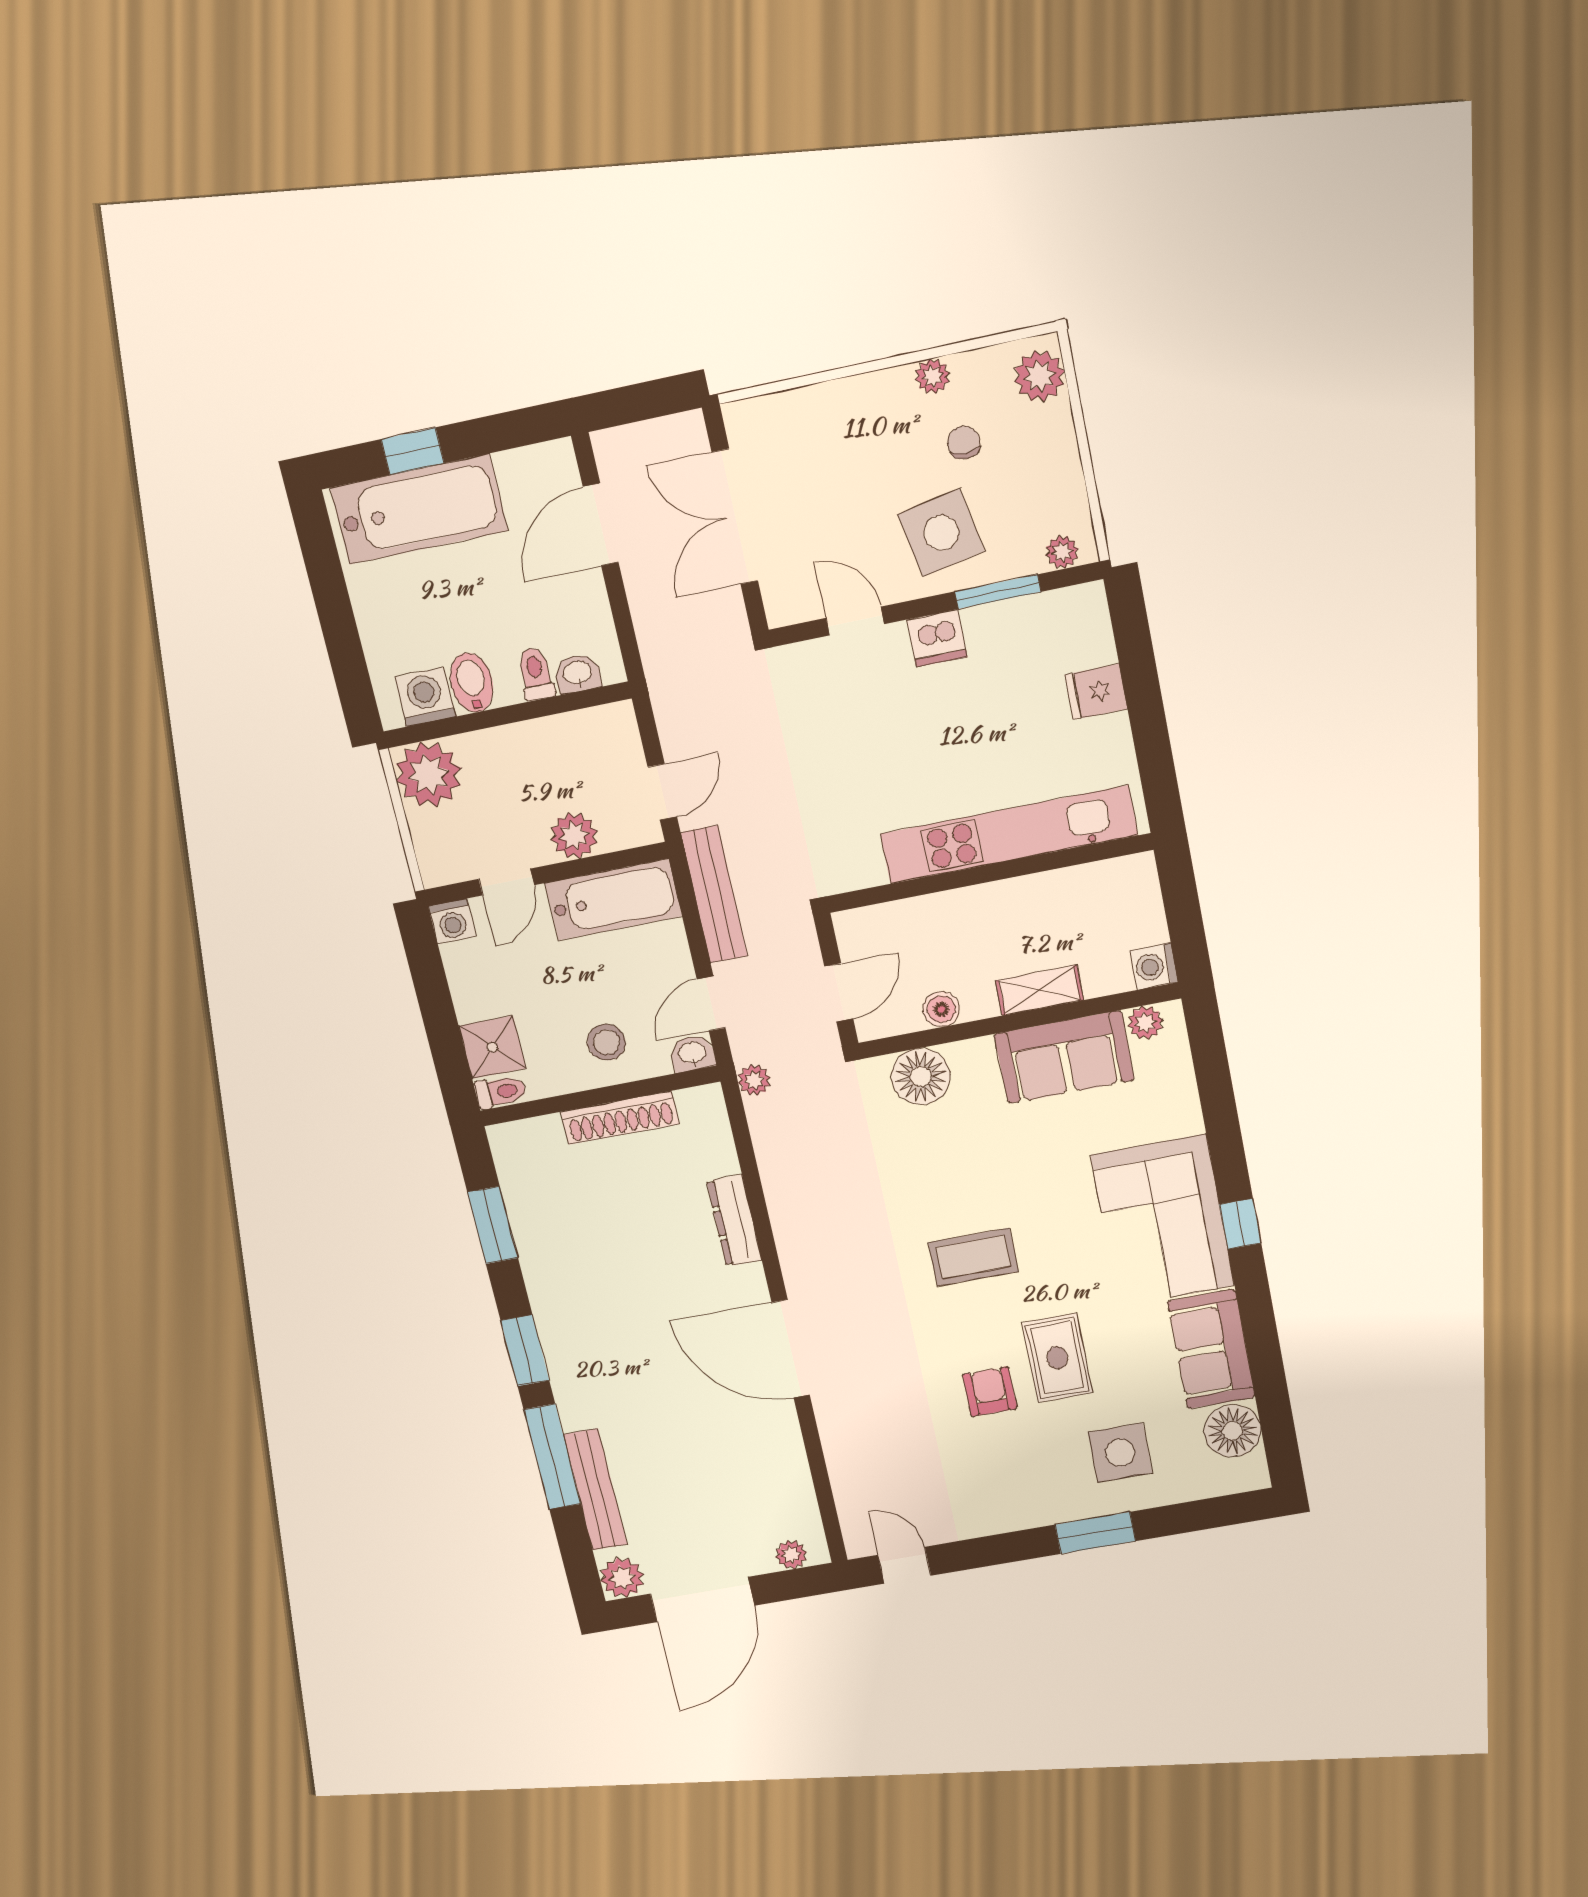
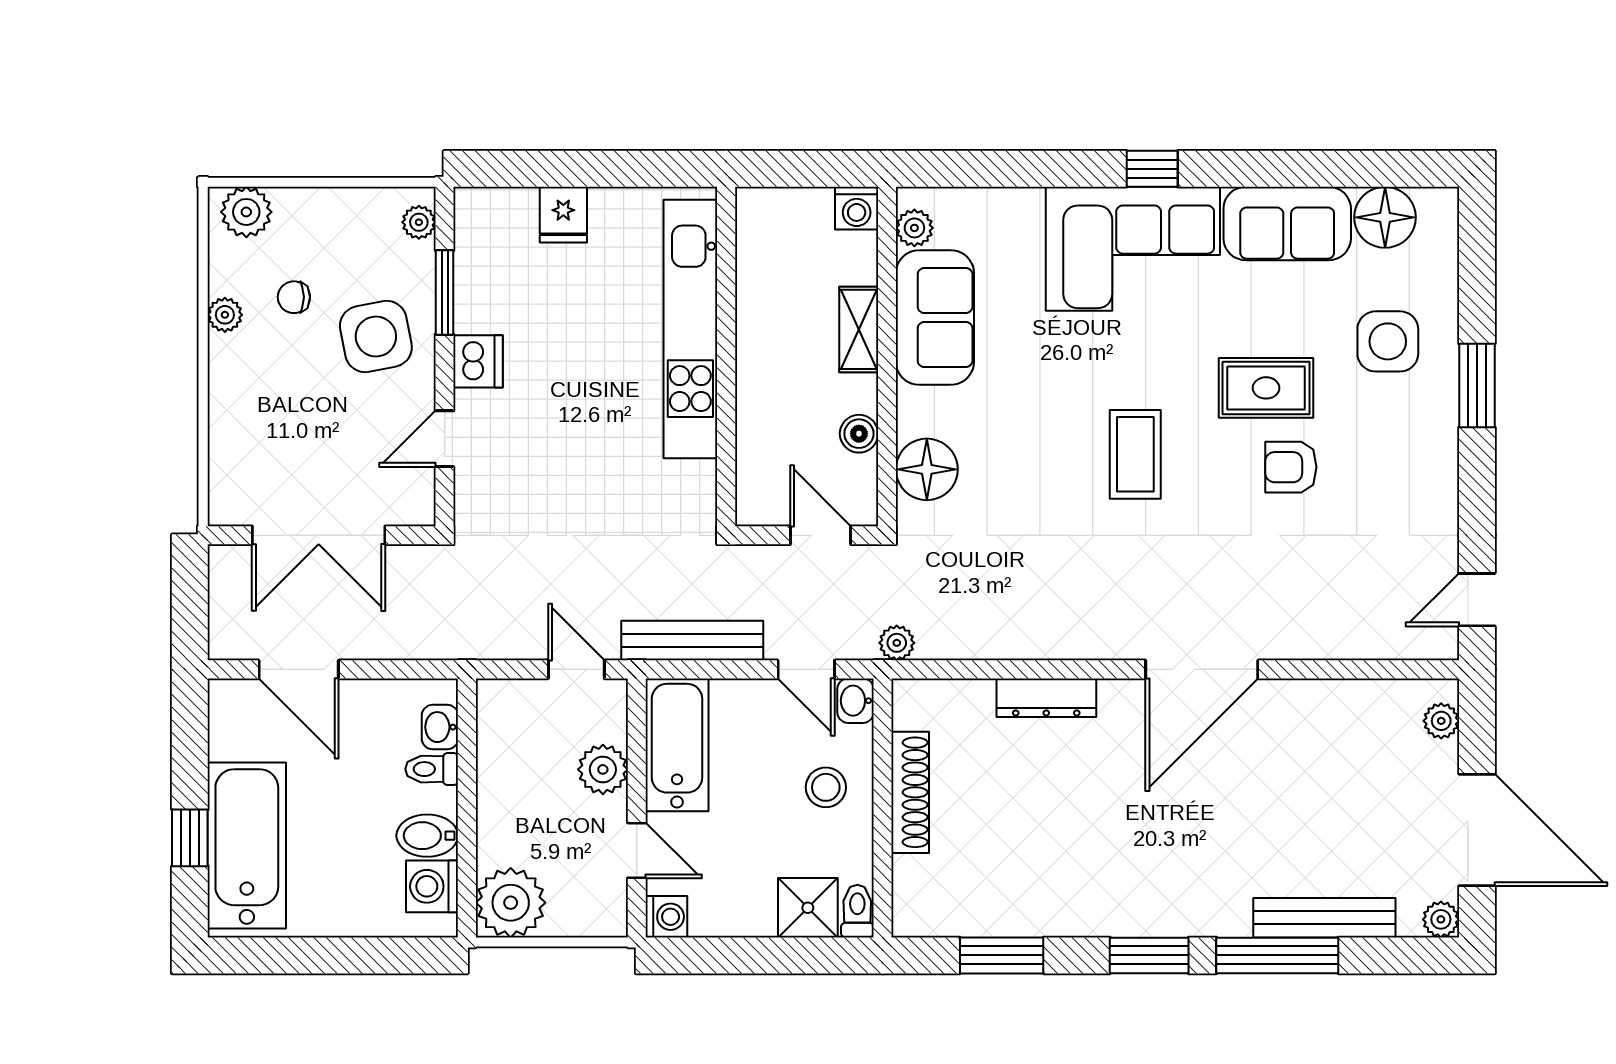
plant: (622, 1578) -> (1441, 919), width x0.73, depth x0.73

